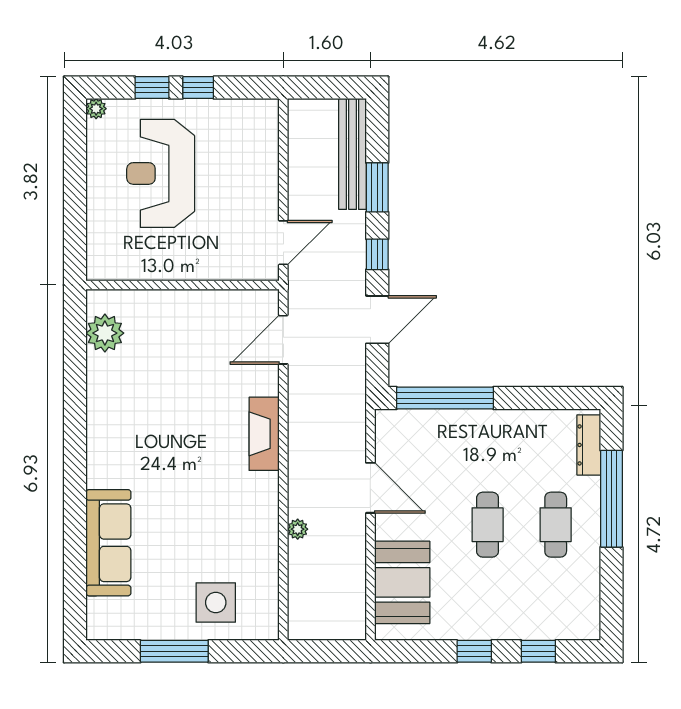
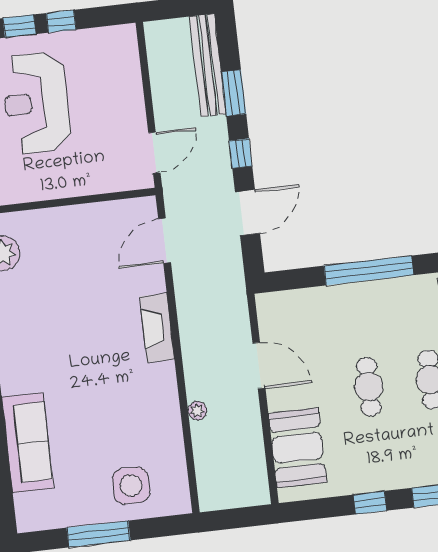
window: (445, 398) -> (369, 270), moved

